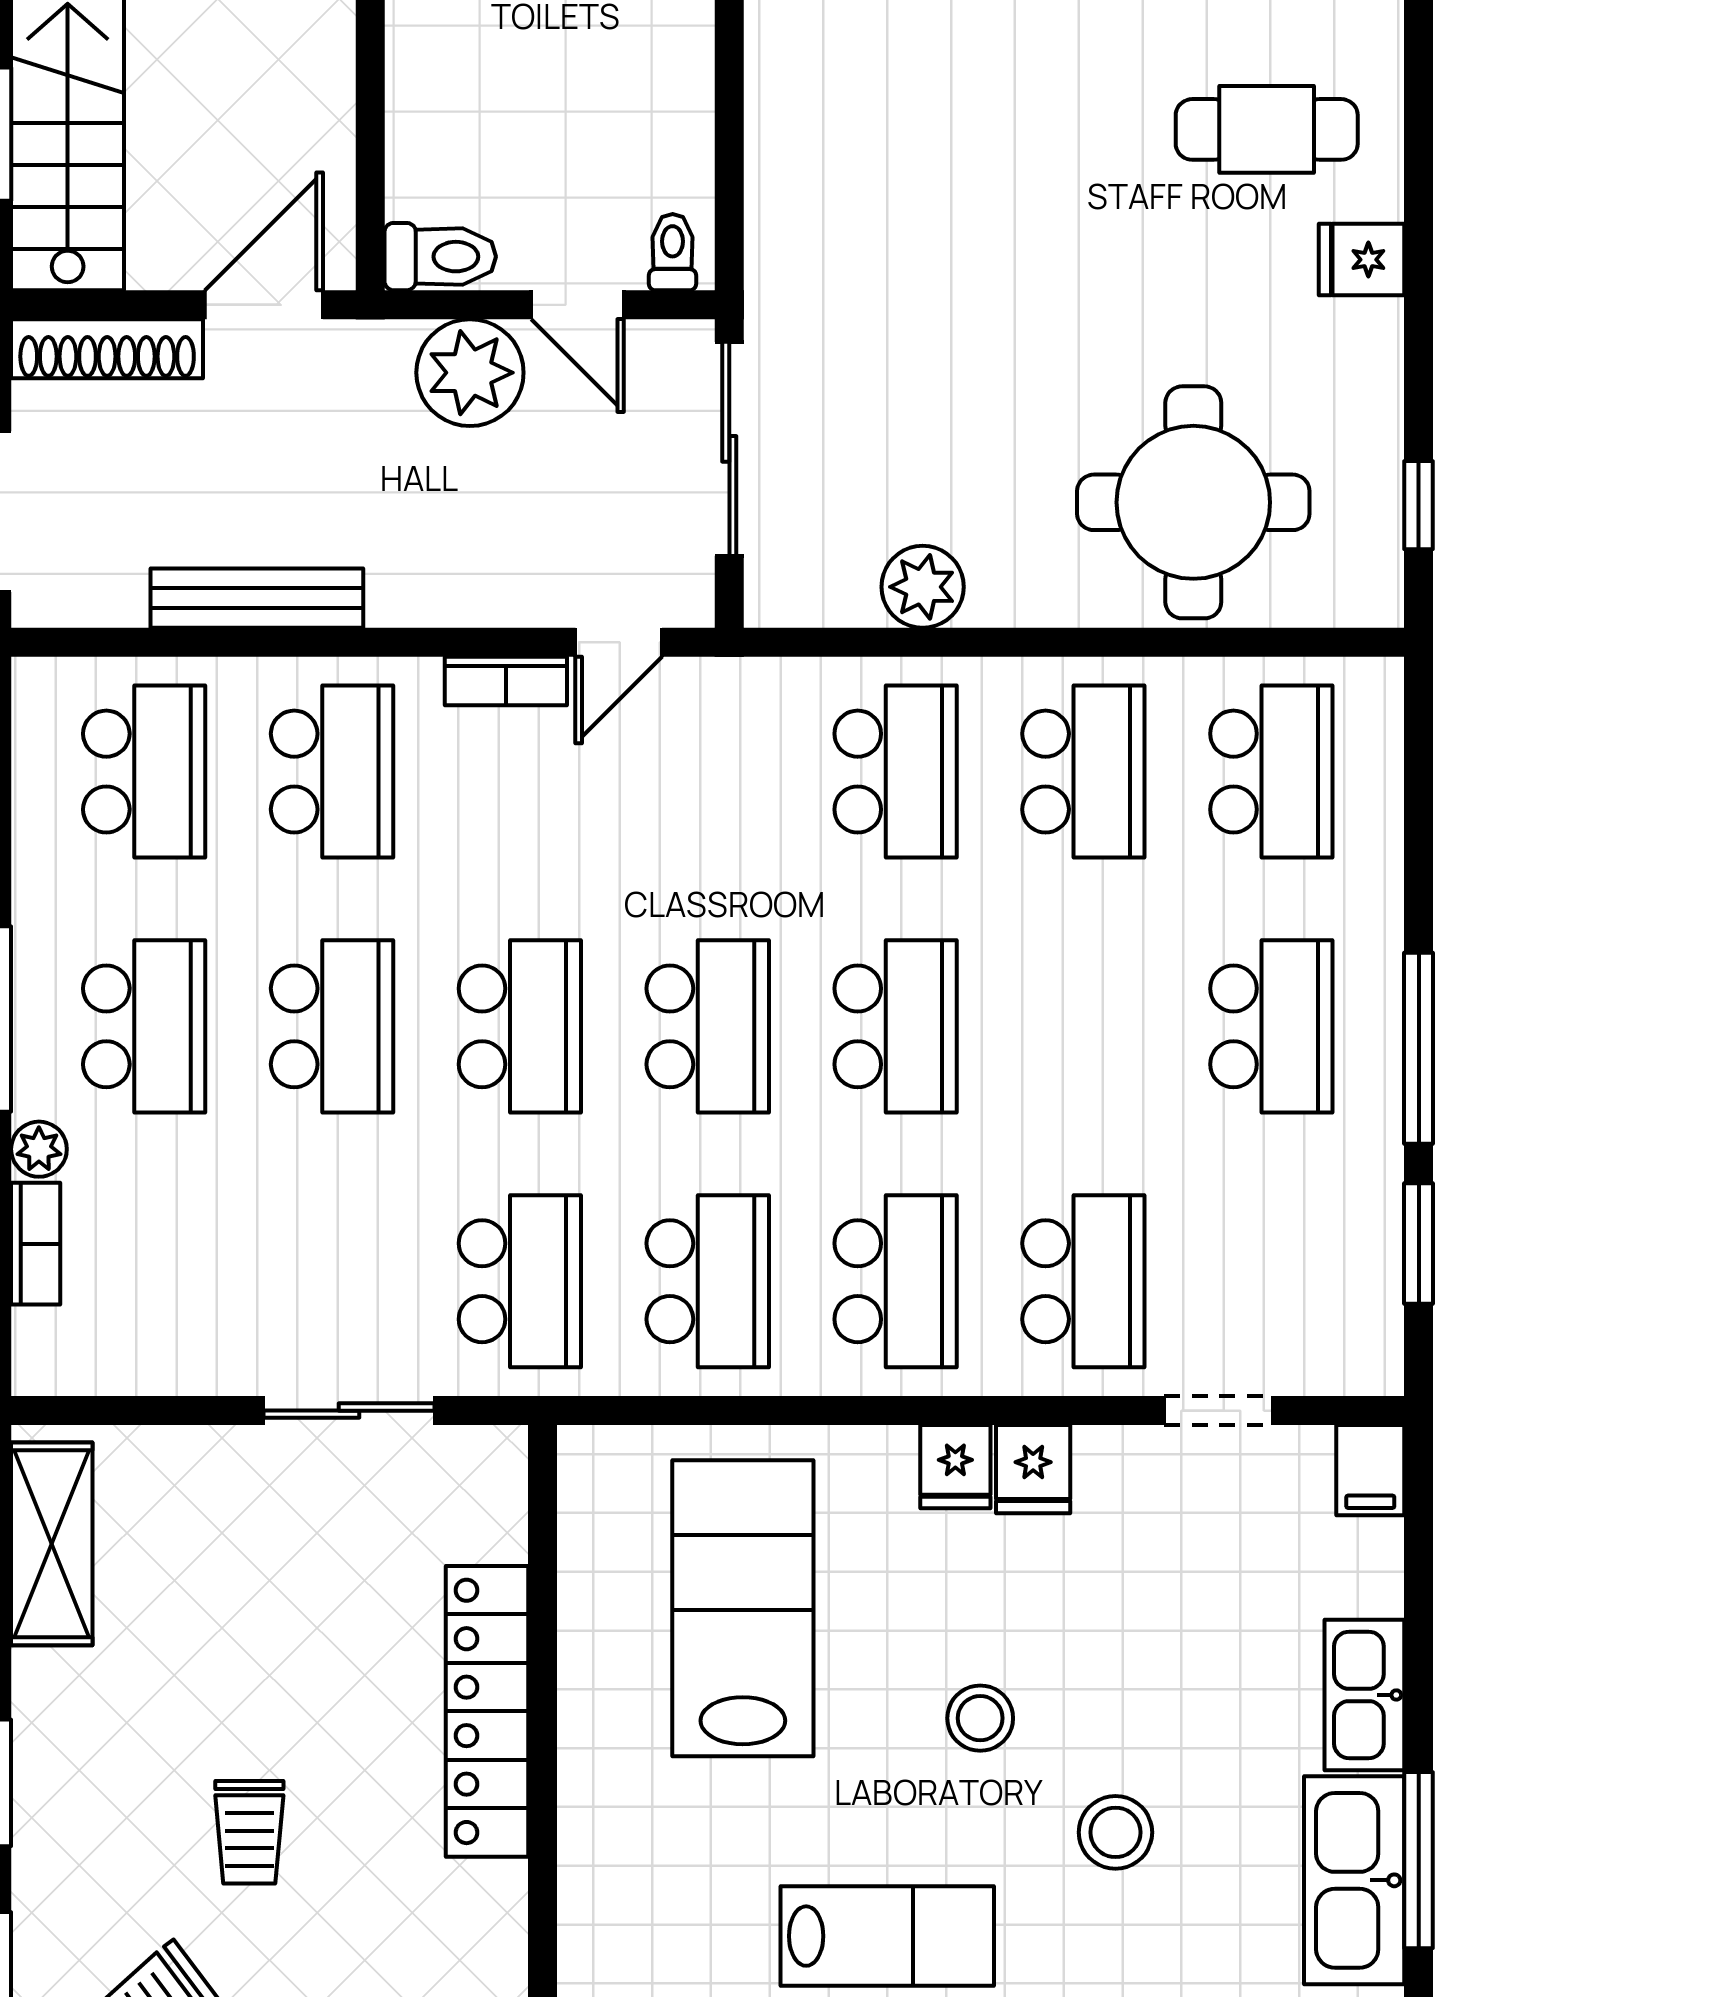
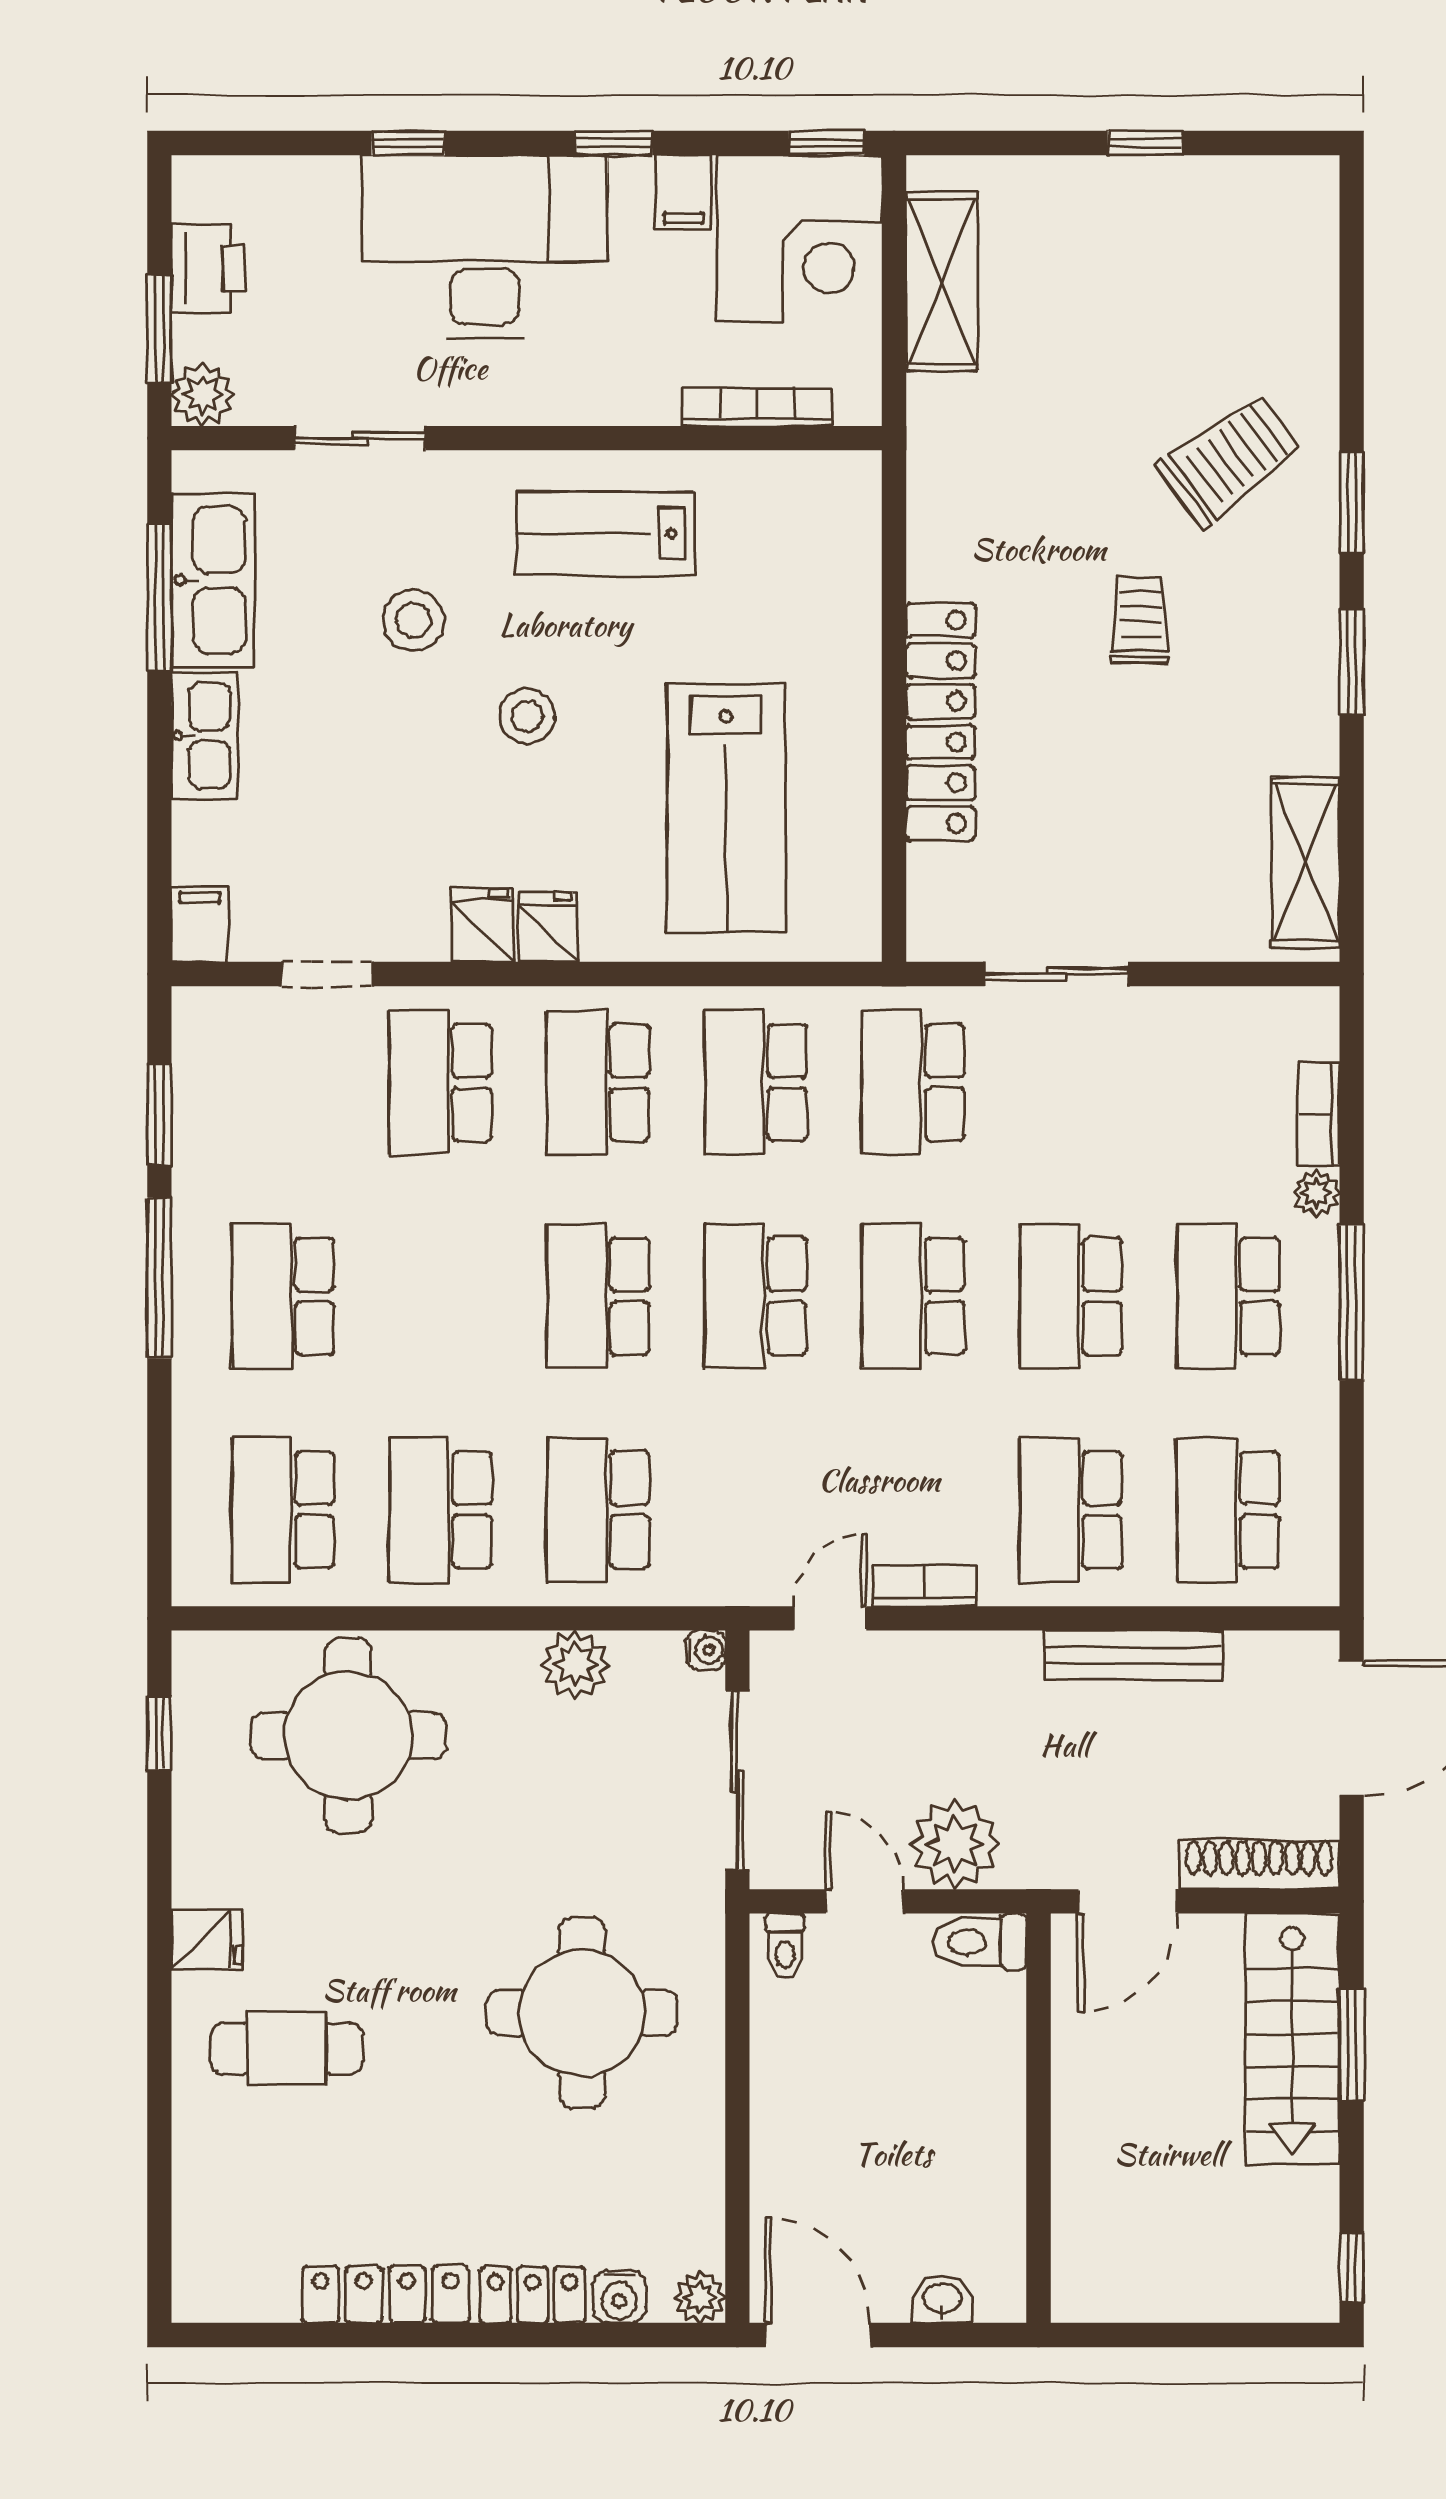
round table: (914, 172) -> (582, 2013), added
water cooler: (767, 604) -> (706, 1650), added

